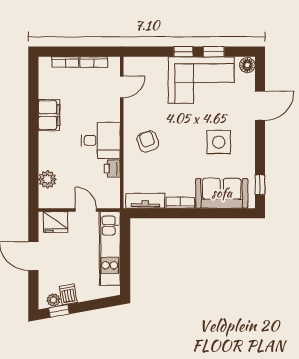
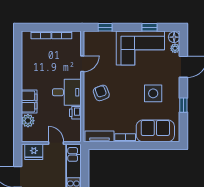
window: (183, 52) -> (105, 27), moved
plant: (249, 80) -> (175, 48), added
door: (122, 87) -> (82, 64), moved
filing cabinet: (49, 115) -> (29, 101), moved
window: (260, 185) -> (183, 105), moved

